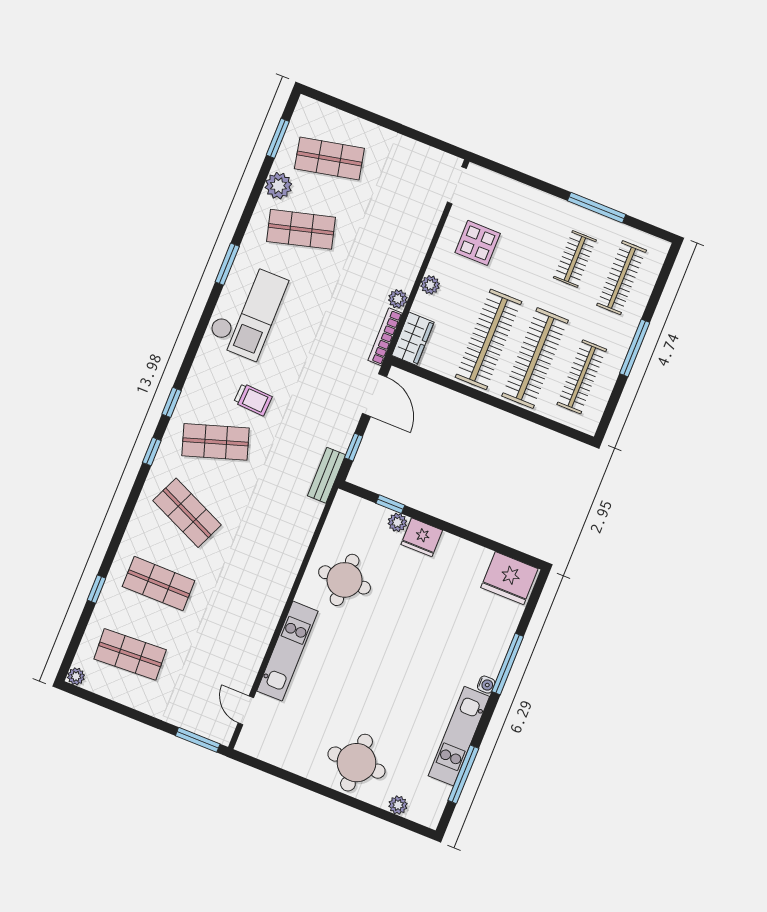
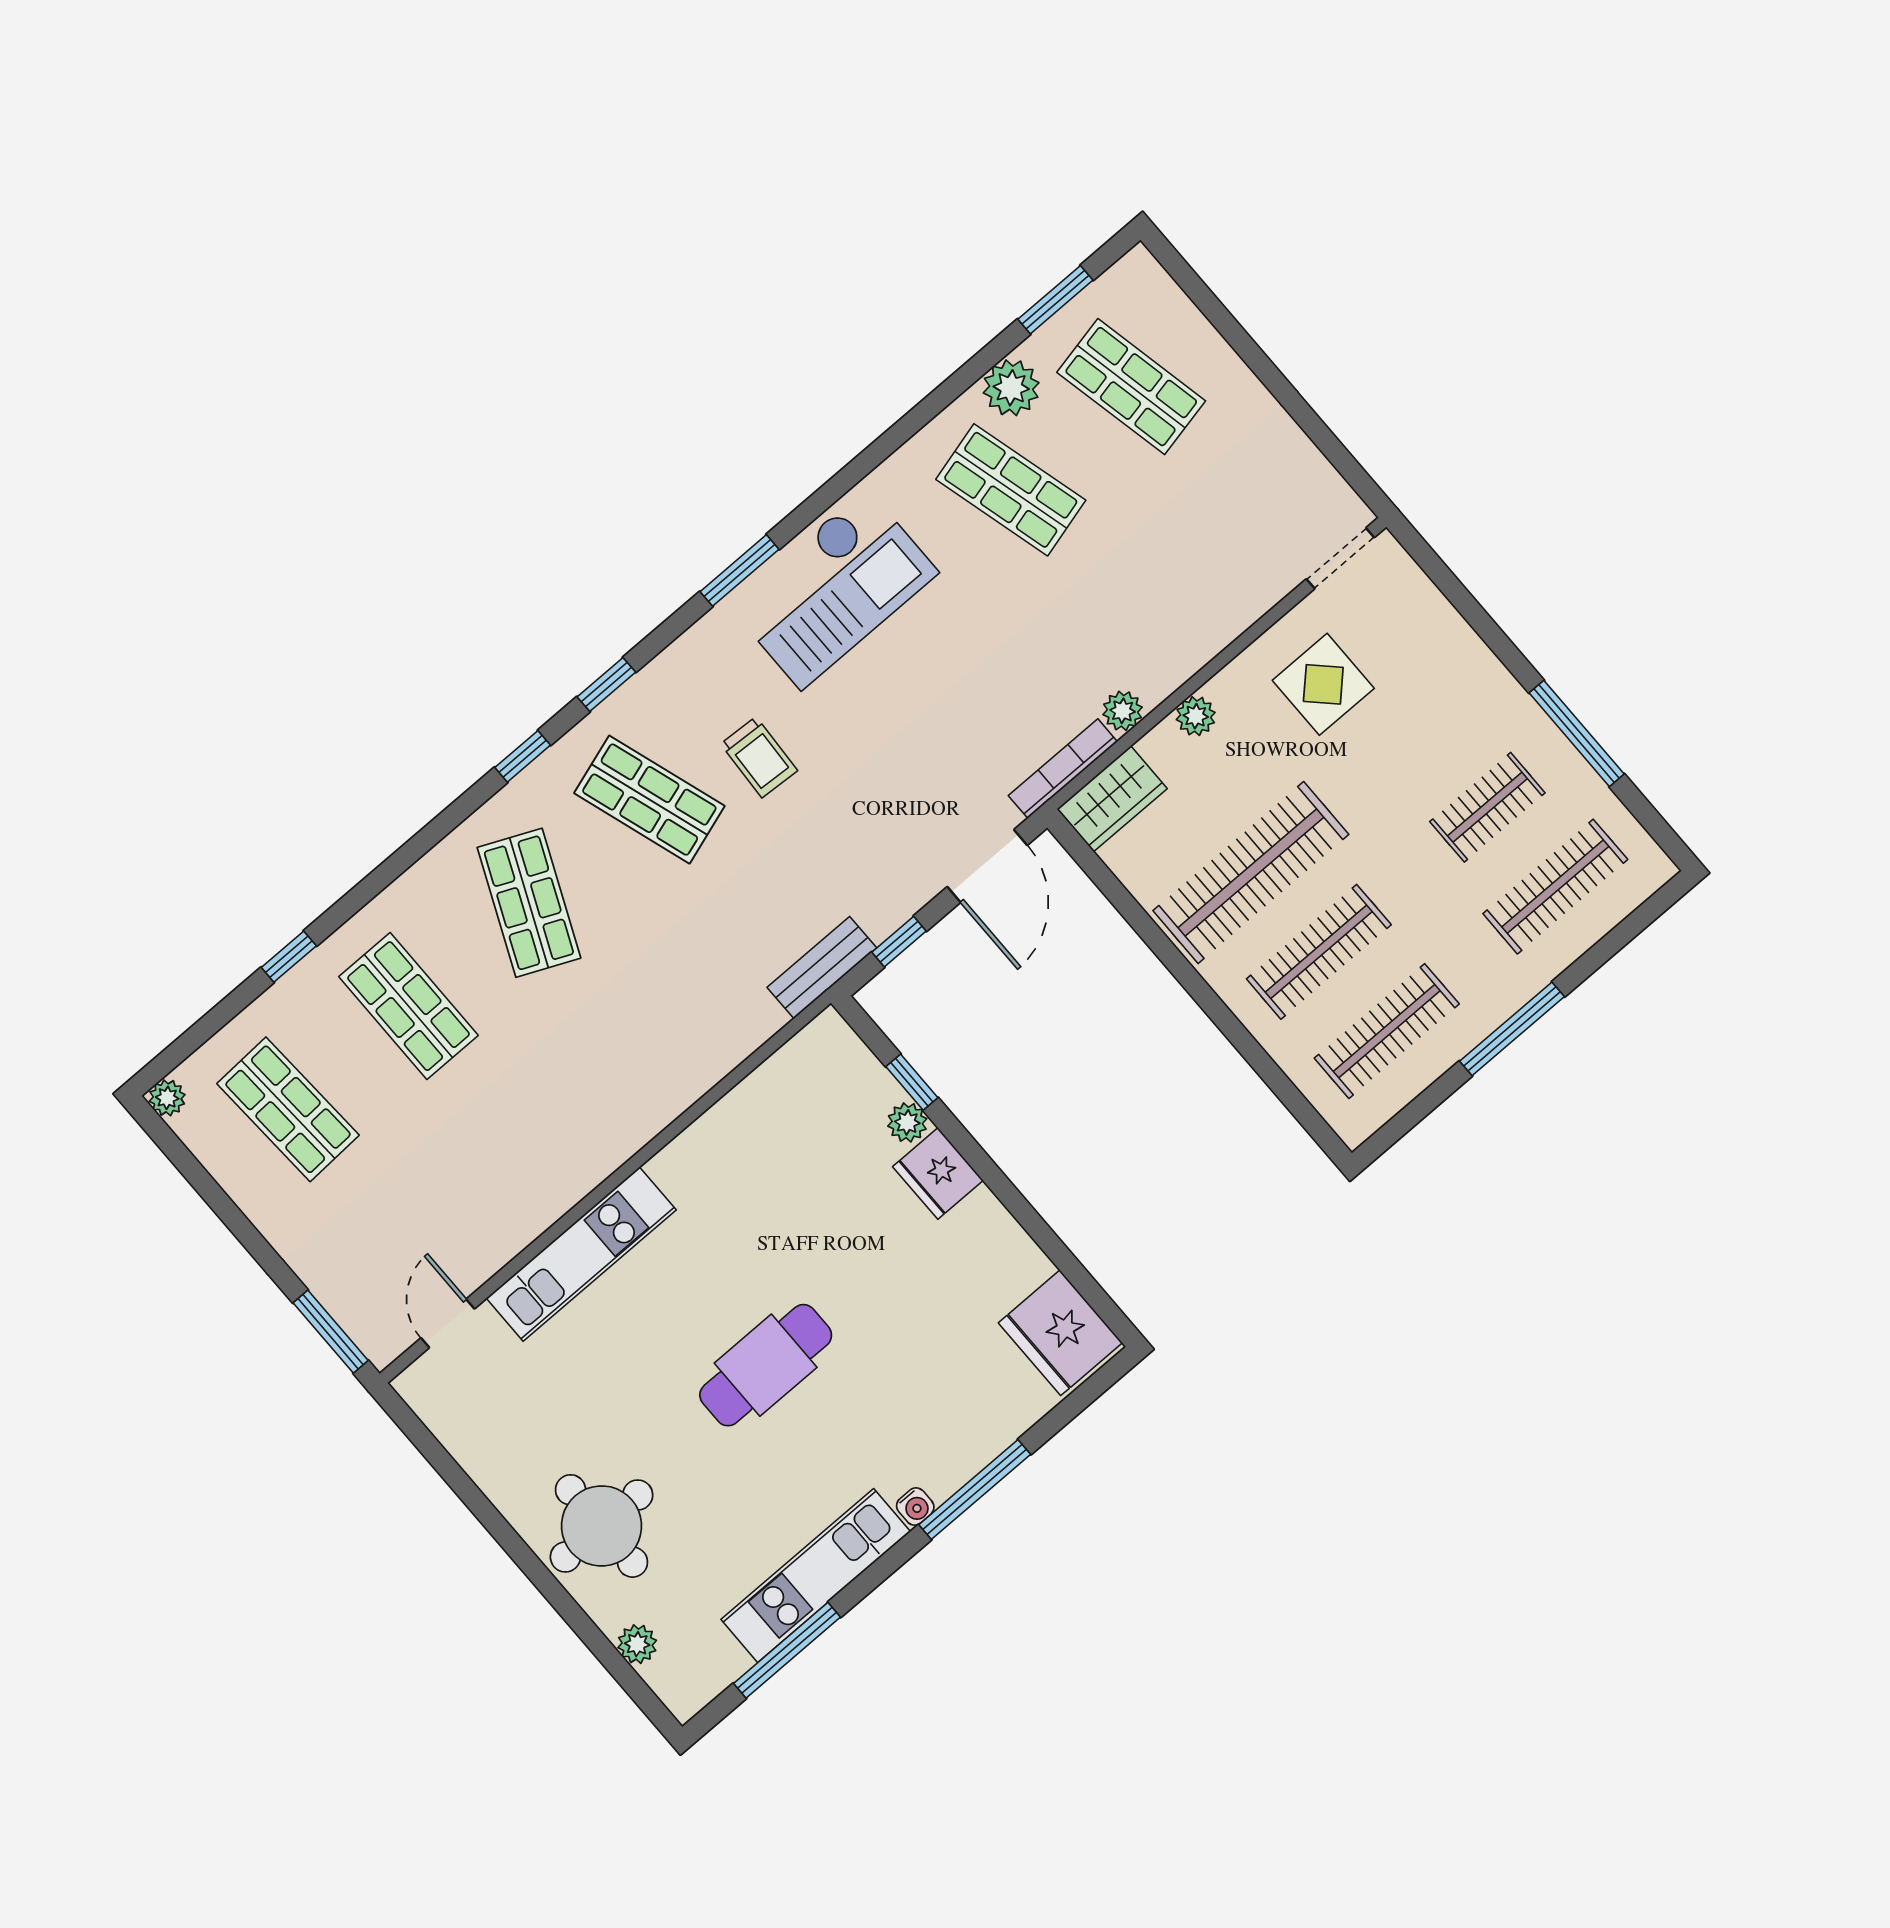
window: (227, 264) -> (739, 570), moved
clothes rail: (535, 358) -> (1319, 952), width x0.73, depth x0.76
round table: (345, 580) -> (755, 1178), removed
cafe table: (391, 657) -> (766, 1365), added

